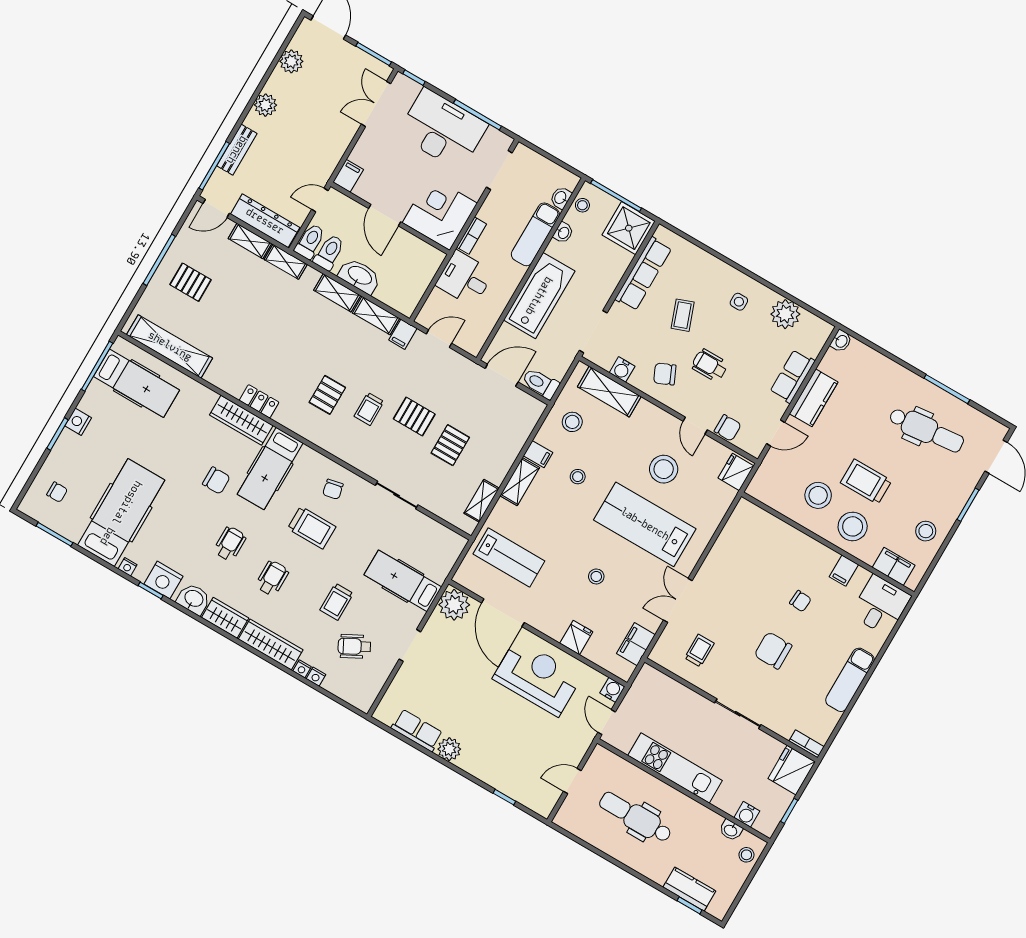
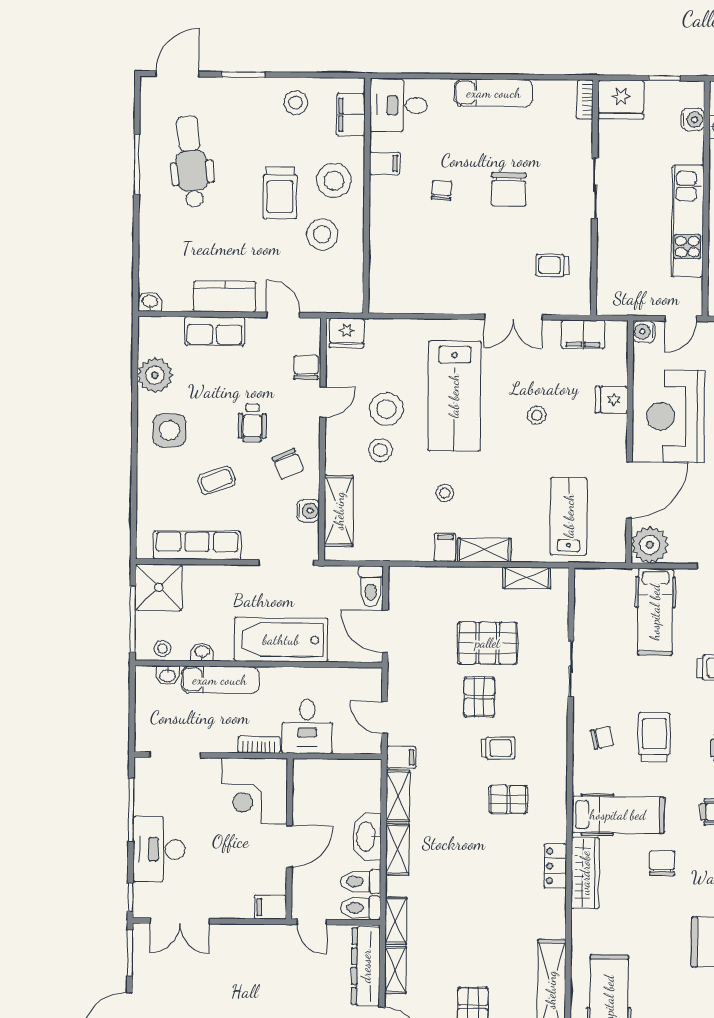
desk: (442, 129) -> (159, 849), width x0.73, depth x0.77
side table: (739, 302) -> (169, 430), width x1.87, depth x1.87
stool: (572, 422) -> (381, 450), moved
pallet: (450, 445) -> (488, 643), width x1.50, depth x1.42

